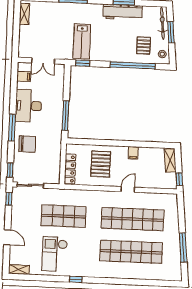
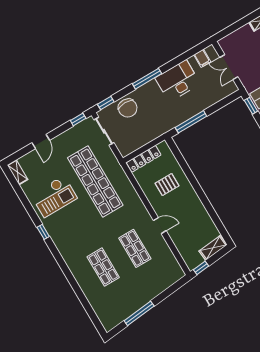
chair: (27, 144) -> (128, 108), moved
filing cabinet: (133, 153) -> (198, 208), removed
pallet: (101, 164) -> (167, 185), width x0.67, depth x0.71
shop shelf: (64, 216) -> (95, 182), width x1.40
shop shelf: (133, 219) -> (135, 248), width x0.50, depth x0.74
shop shelf: (131, 252) -> (103, 267), width x0.50, depth x0.74
checkout: (55, 254) -> (54, 196), turned 180

